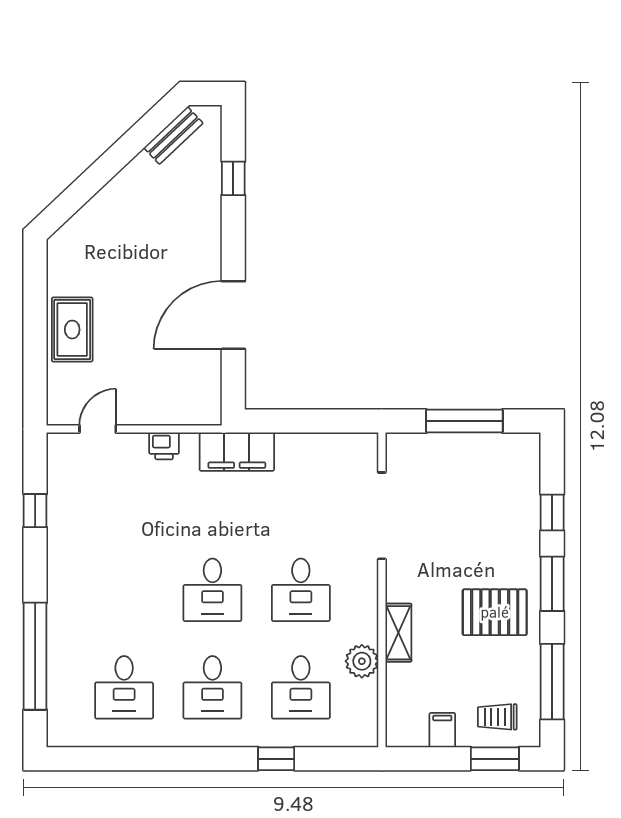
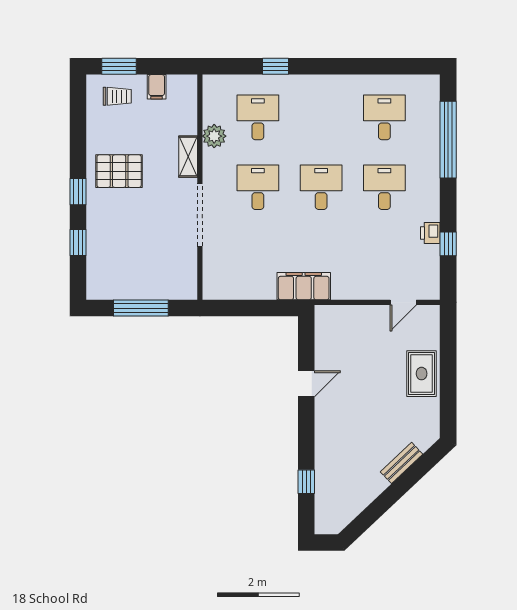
bench: (173, 135) -> (402, 463), moved
door: (233, 315) -> (306, 384), width x0.53
printer: (164, 446) -> (430, 233), moved, turned -90
doorway: (382, 516) -> (200, 215), moved
window: (552, 584) -> (78, 192), width x0.67
window: (552, 682) -> (78, 121), removed
desk: (212, 687) -> (384, 187), moved

